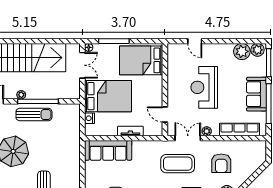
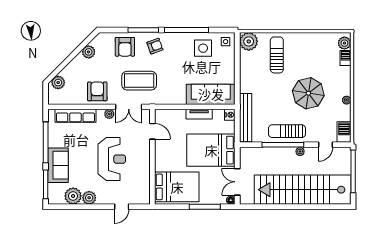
door: (195, 41) -> (122, 207), swing flipped
plant: (258, 50) -> (89, 198), moved
sofa: (257, 94) -> (58, 165), moved
nightstand: (90, 118) -> (230, 115), moved
bench: (74, 128) -> (246, 118), added
tv unit: (130, 131) -> (199, 114), moved
plant: (256, 162) -> (58, 83), added
armchair: (221, 163) -> (97, 91), moved

